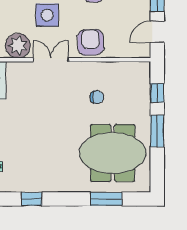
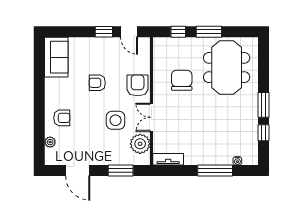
armchair: (91, 42) -> (138, 85), turned 93
chair: (97, 97) -> (182, 80), width x1.87, depth x1.87
window: (106, 199) -> (264, 105), moved

